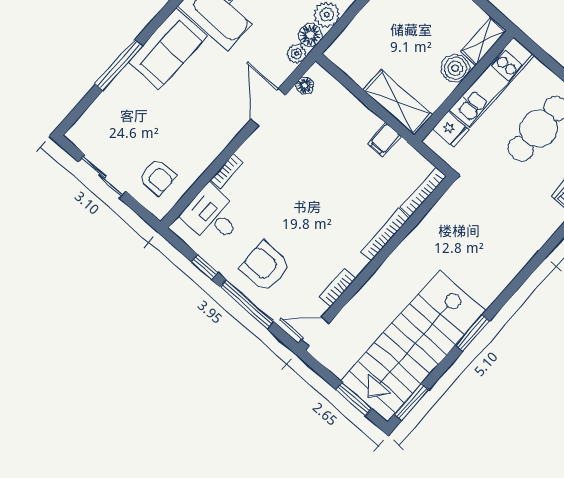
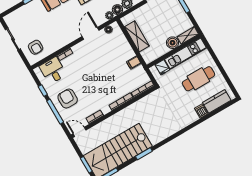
shelving: (398, 102) -> (137, 36), moved

